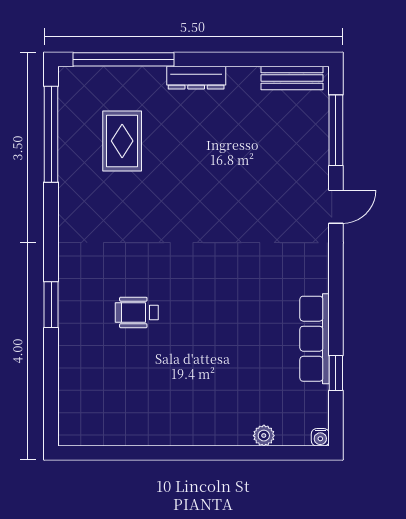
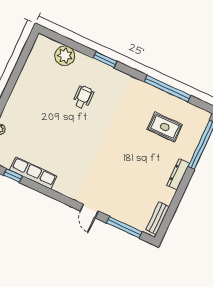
window: (51, 134) -> (167, 89), moved
plant: (77, 380) -> (65, 56), added

